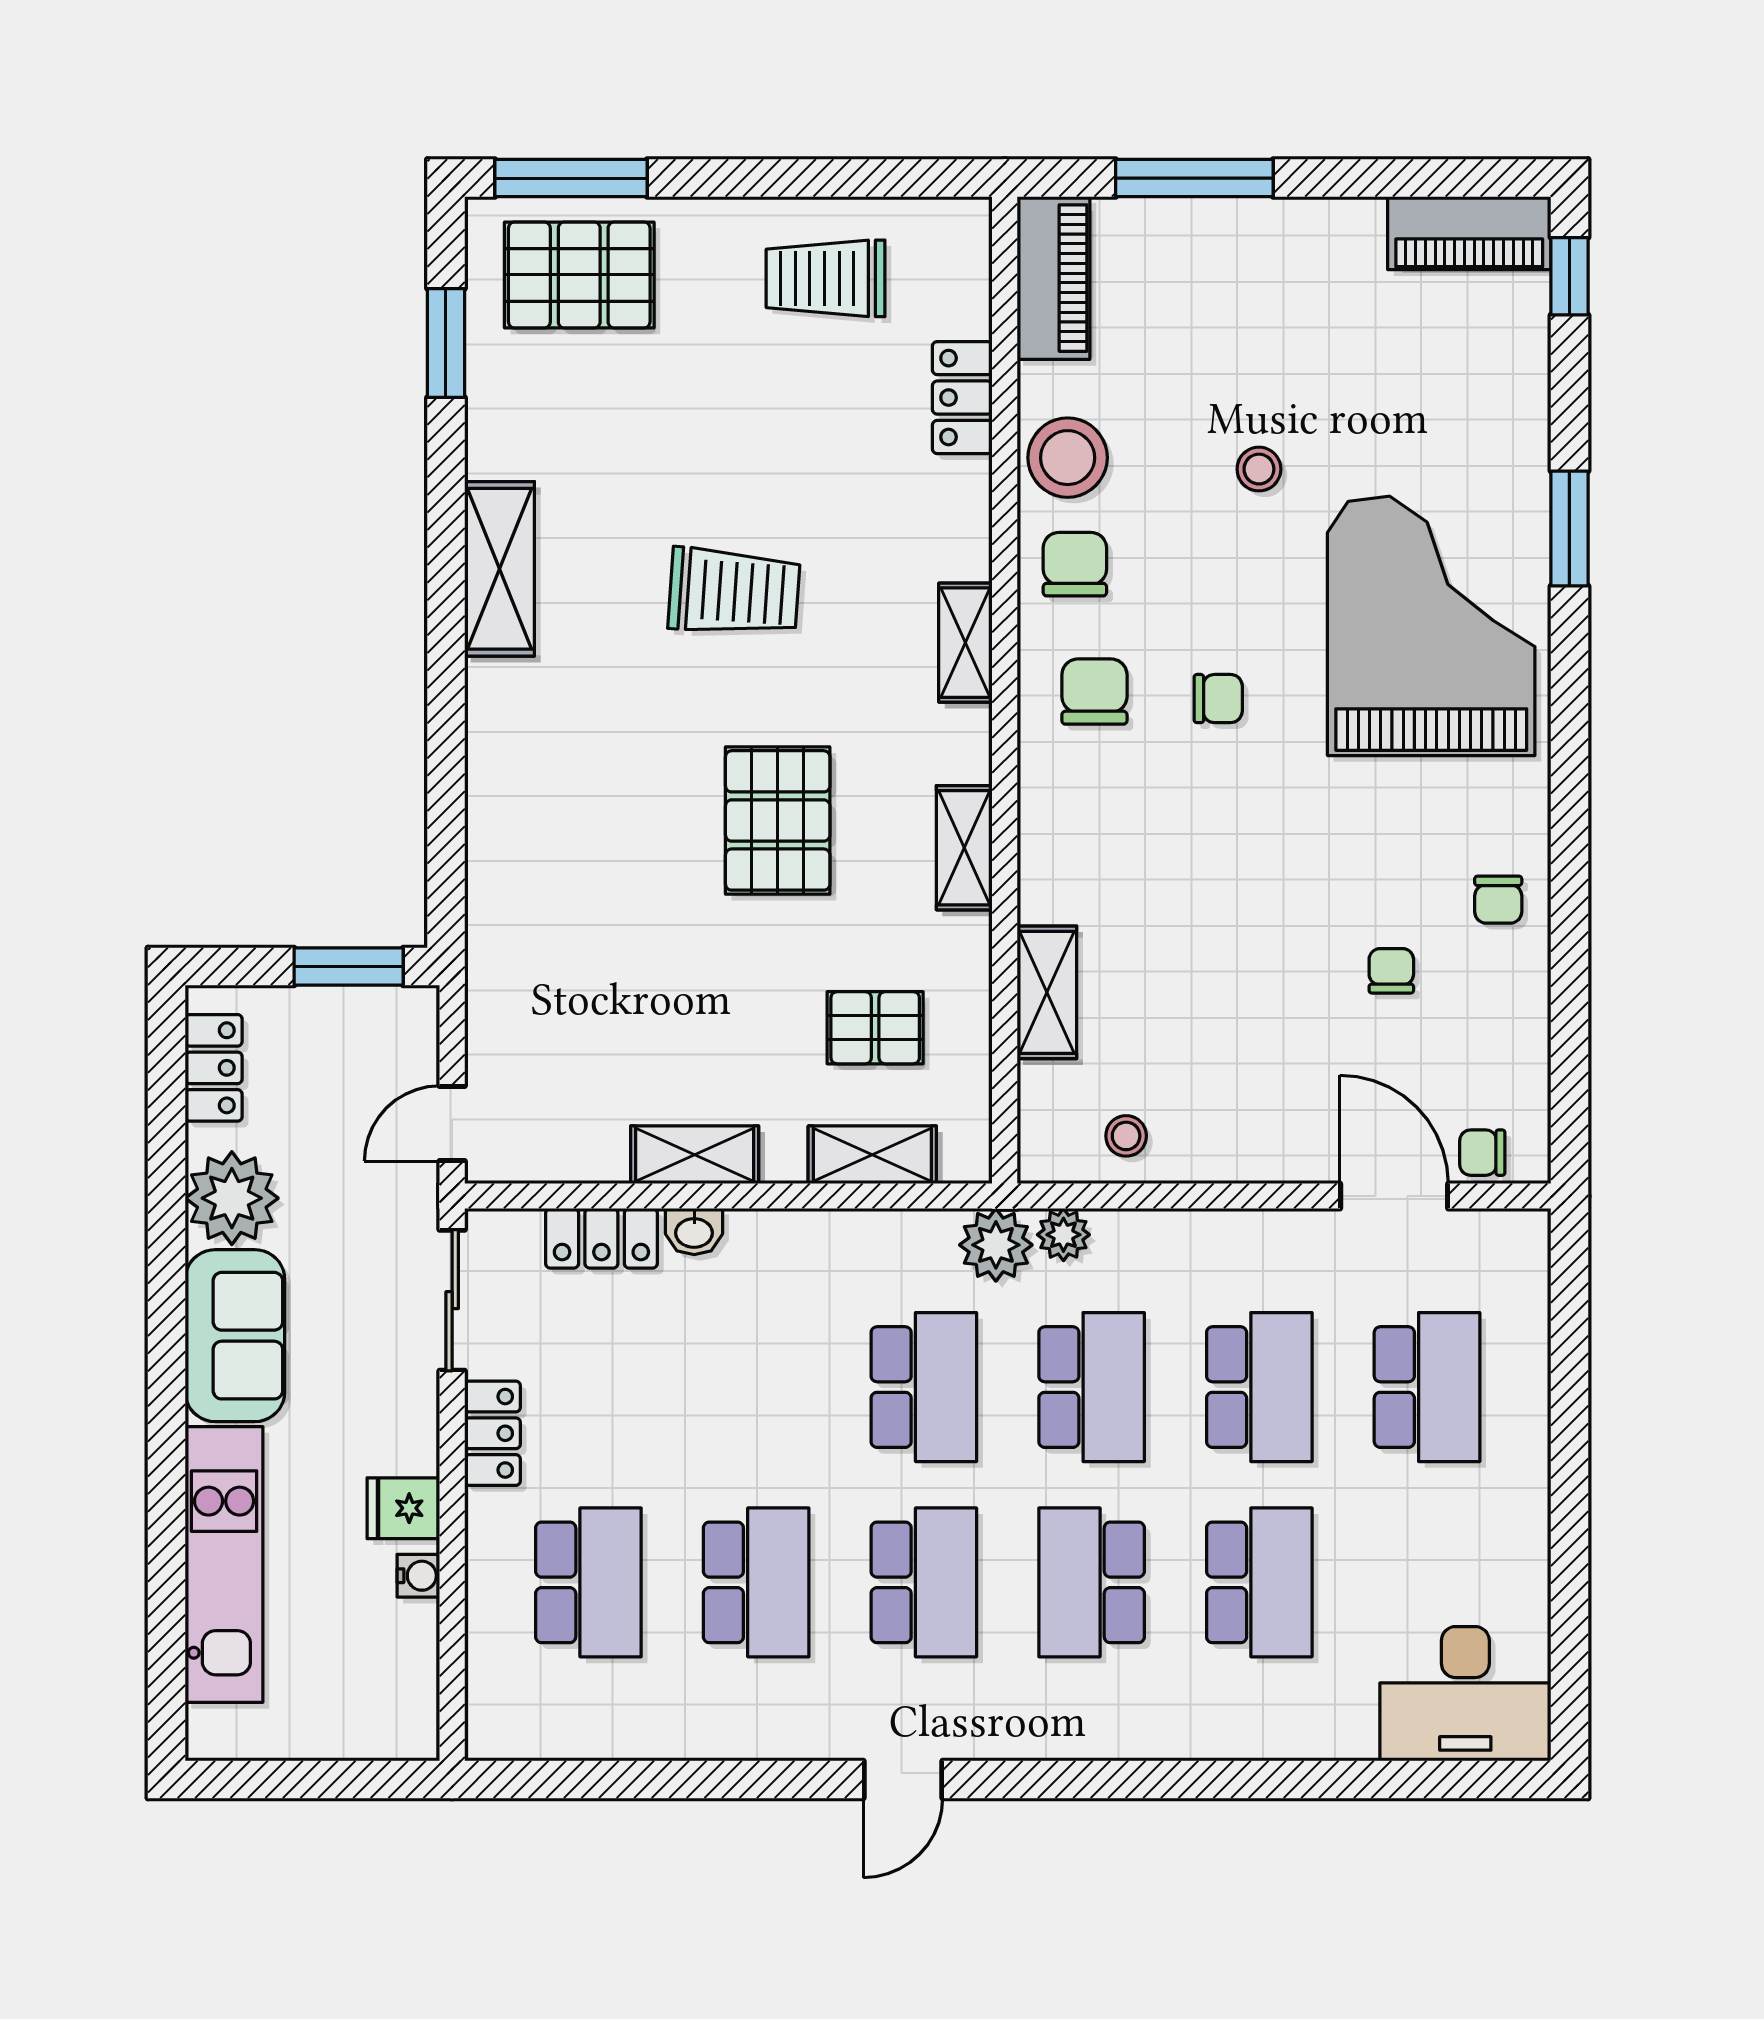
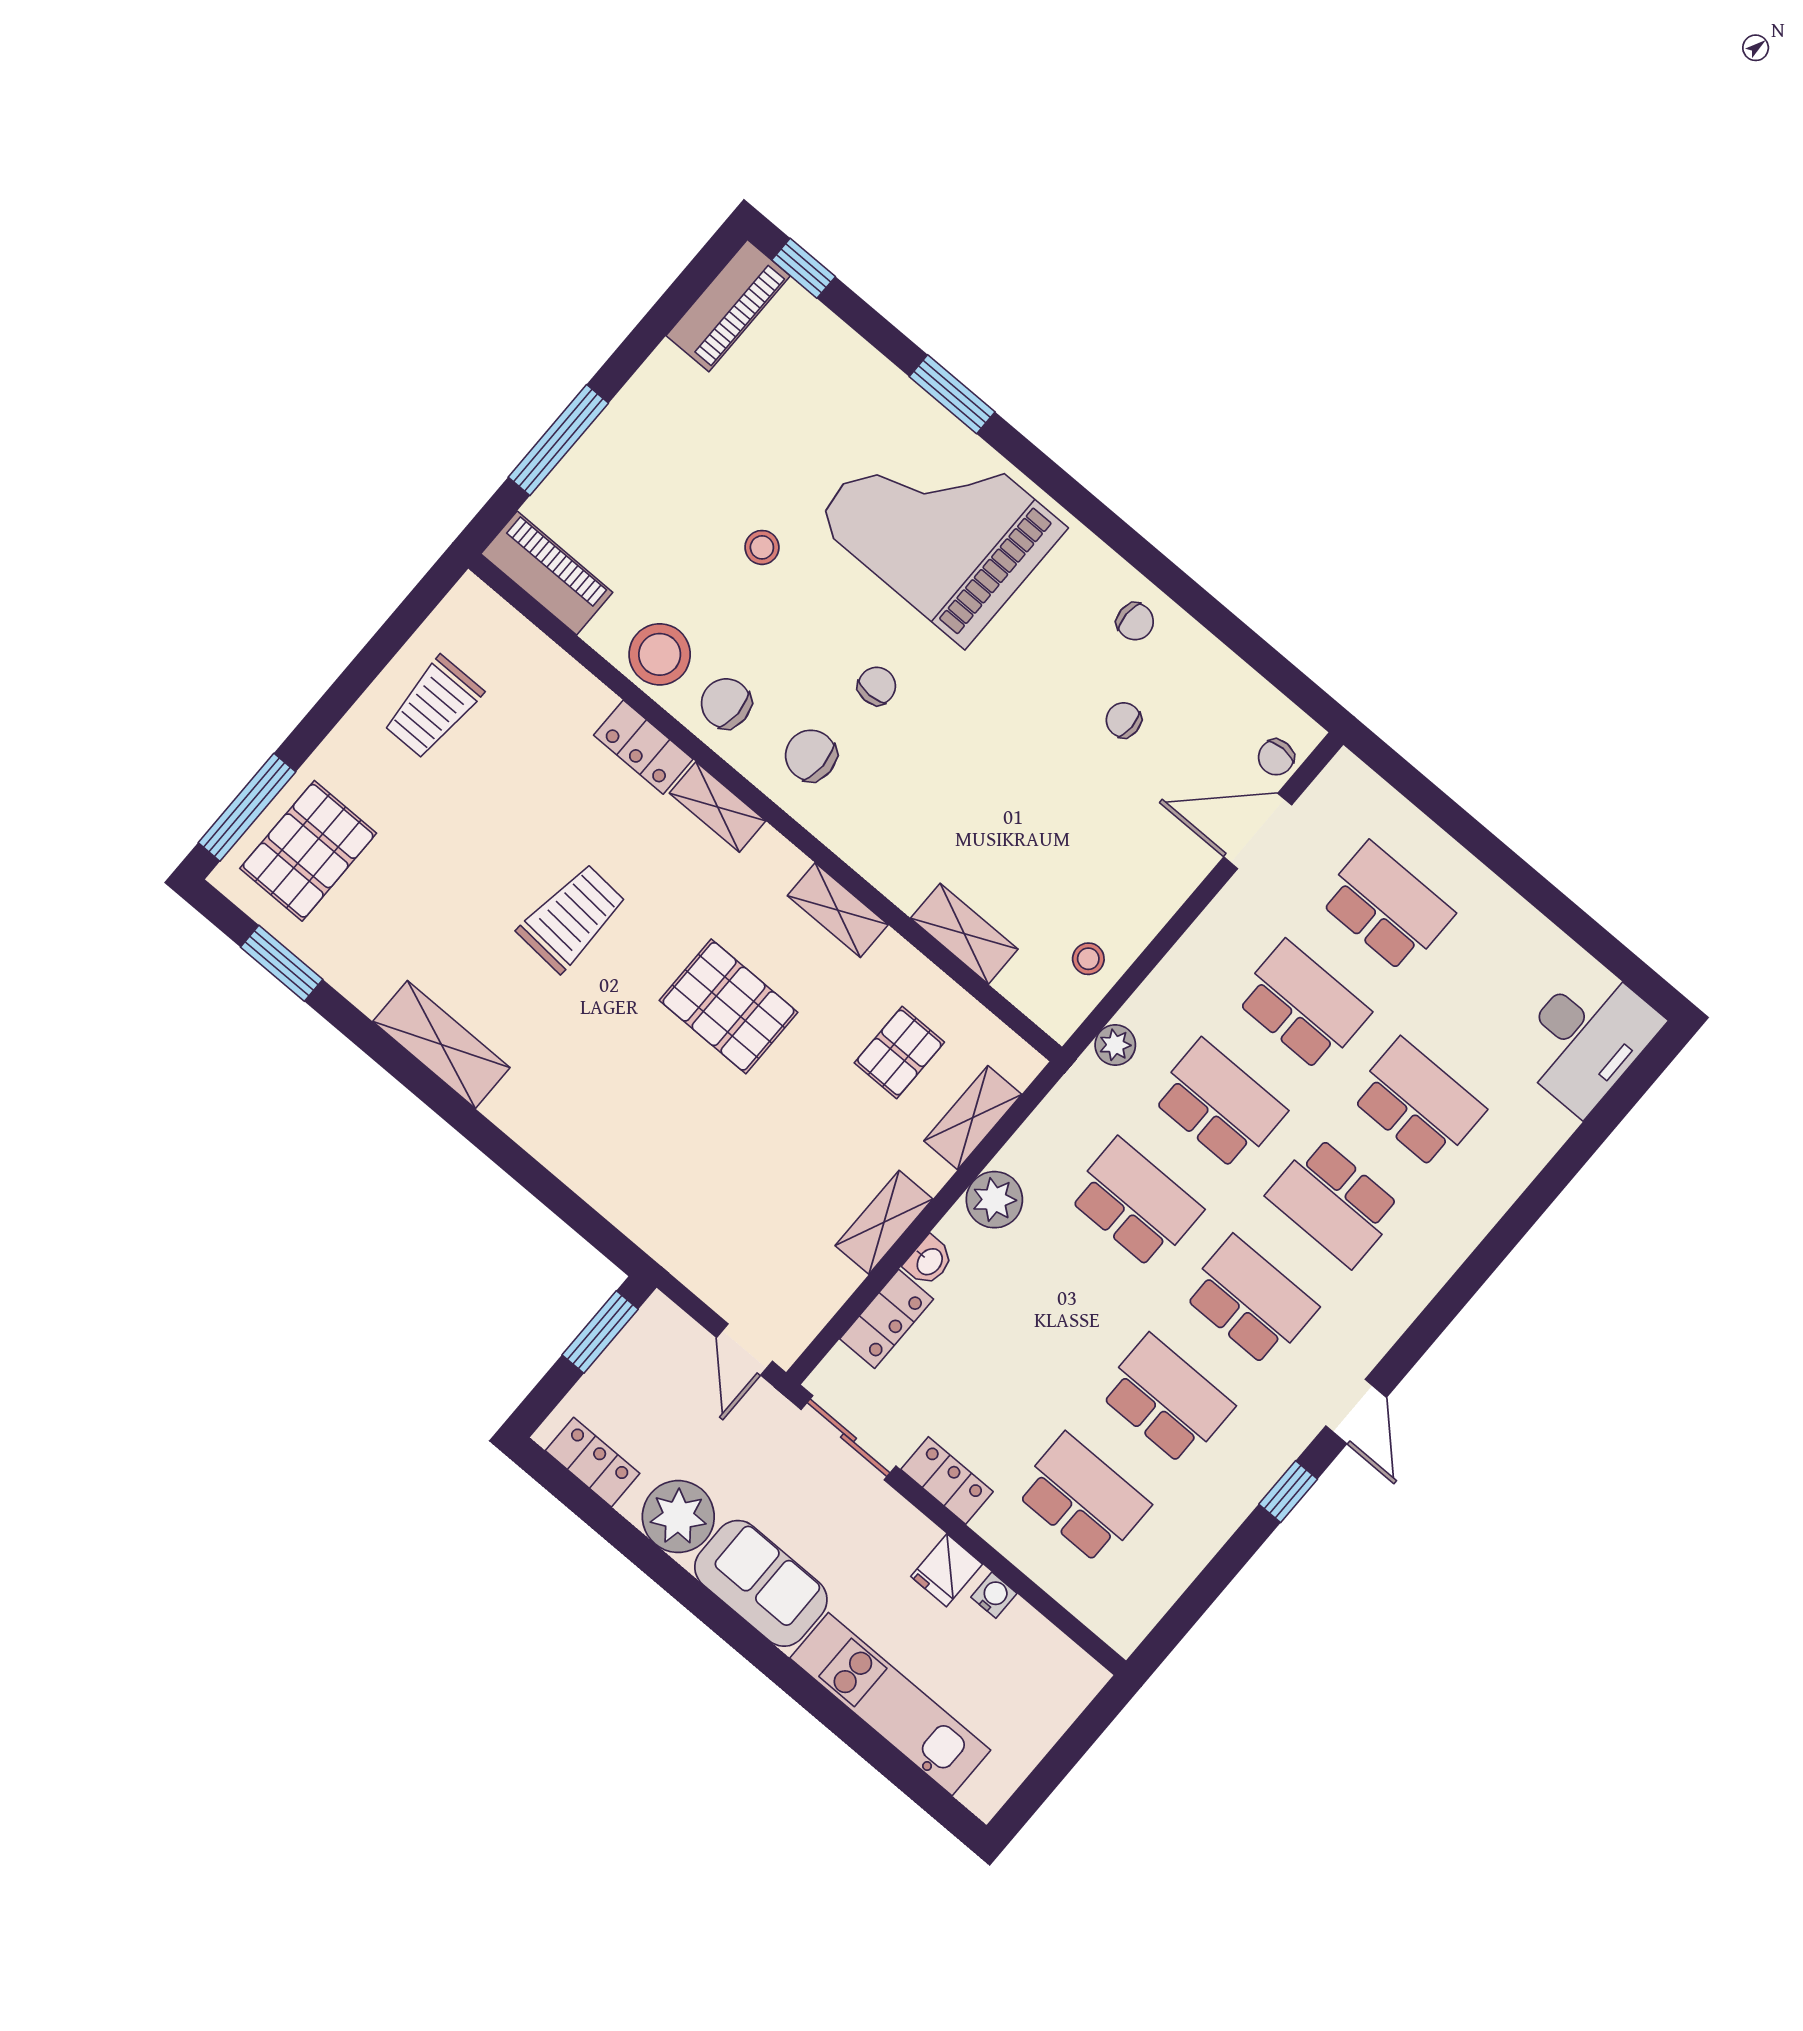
locker: (962, 398) -> (643, 747), moved
plant: (996, 1245) -> (994, 1200), moved
window: (767, 1780) -> (1288, 1492), added

